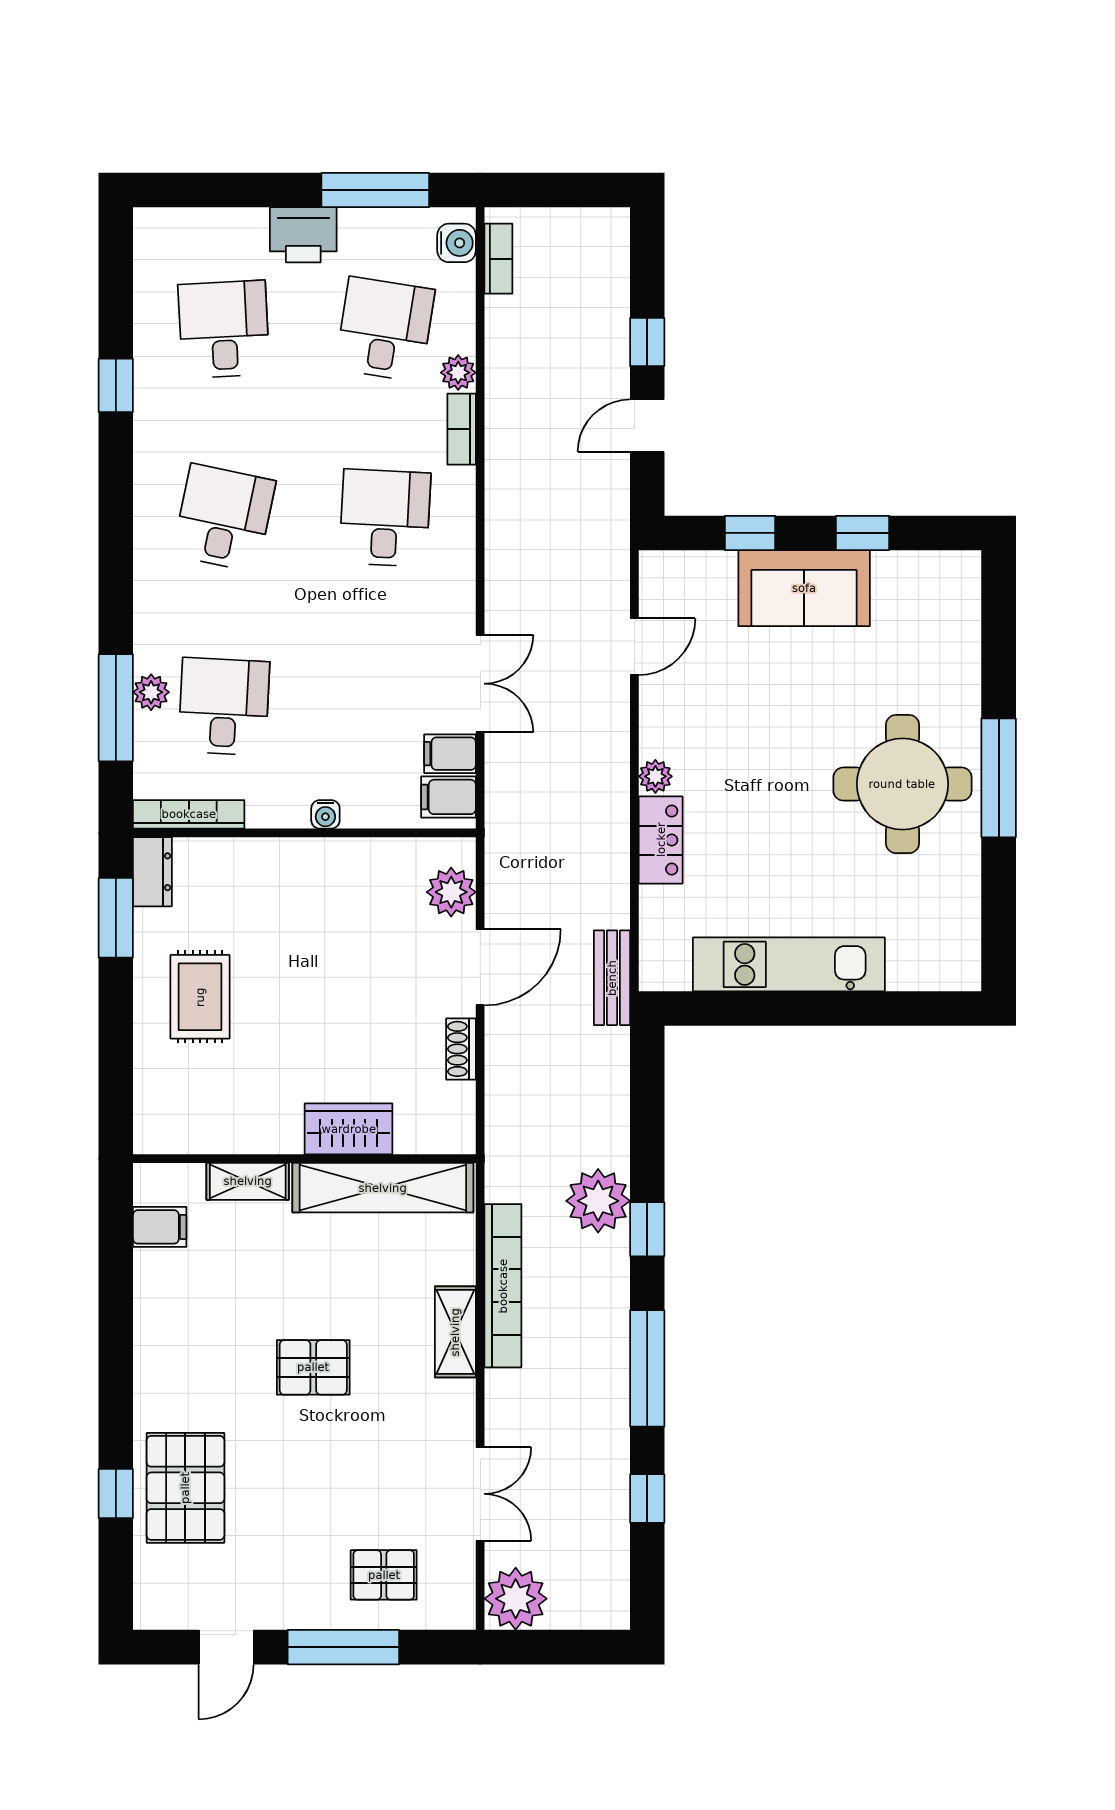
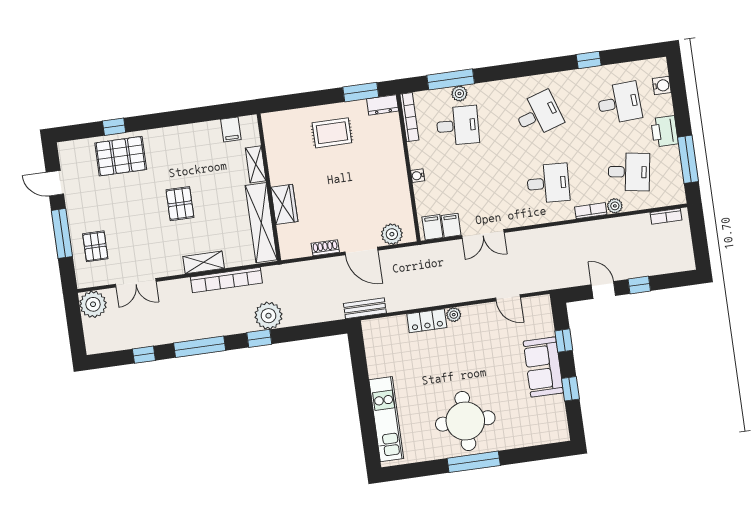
water cooler: (457, 243) -> (662, 86), moved, turned -90
desk: (224, 518) -> (538, 114), turned -30
kitchen unit: (789, 964) -> (386, 419), moved

